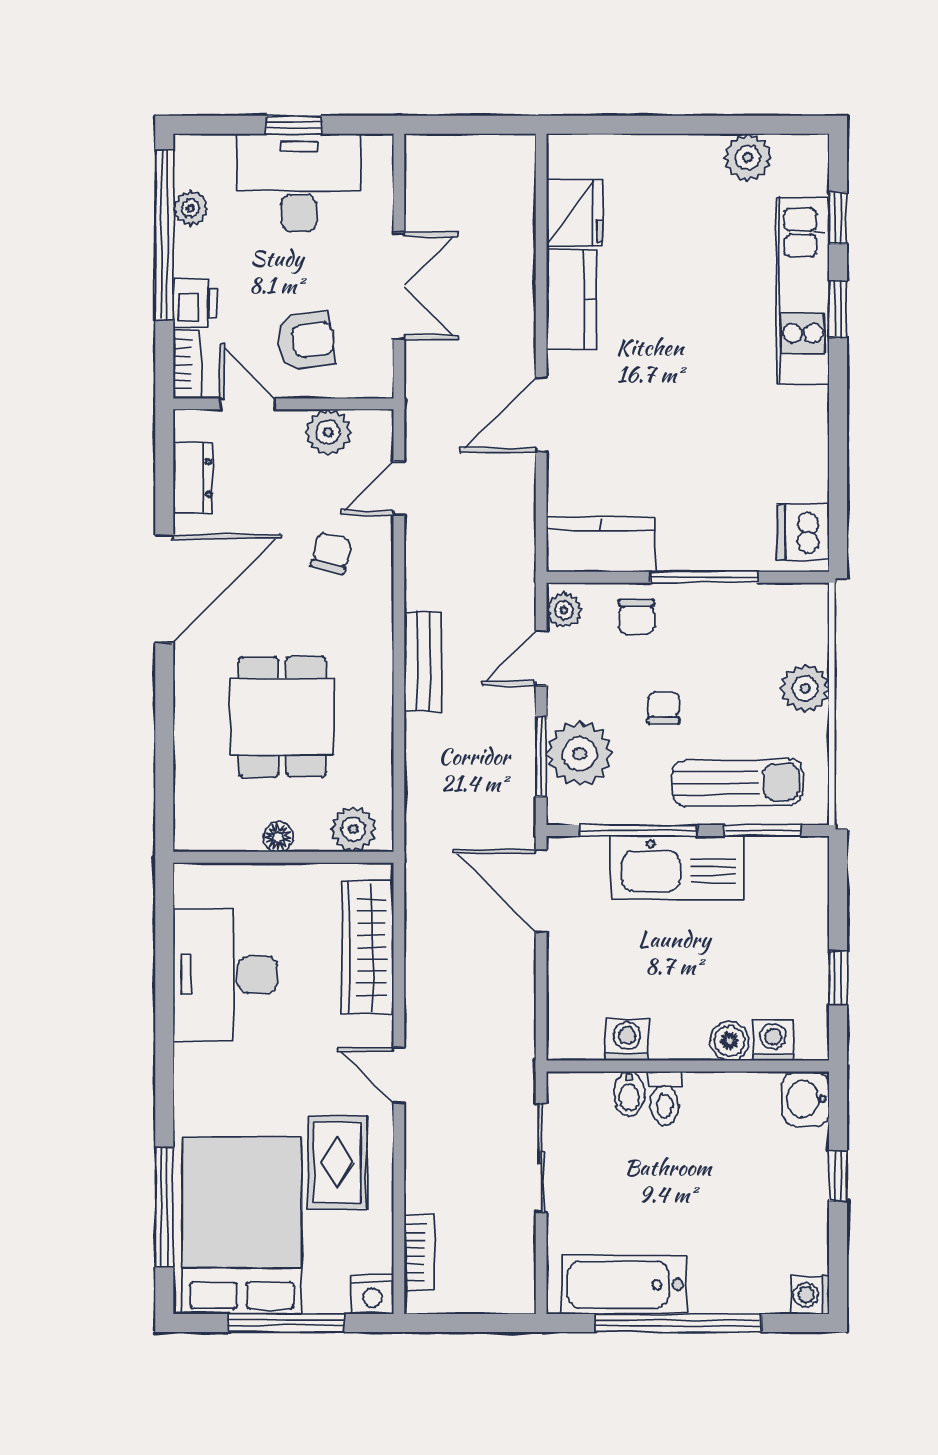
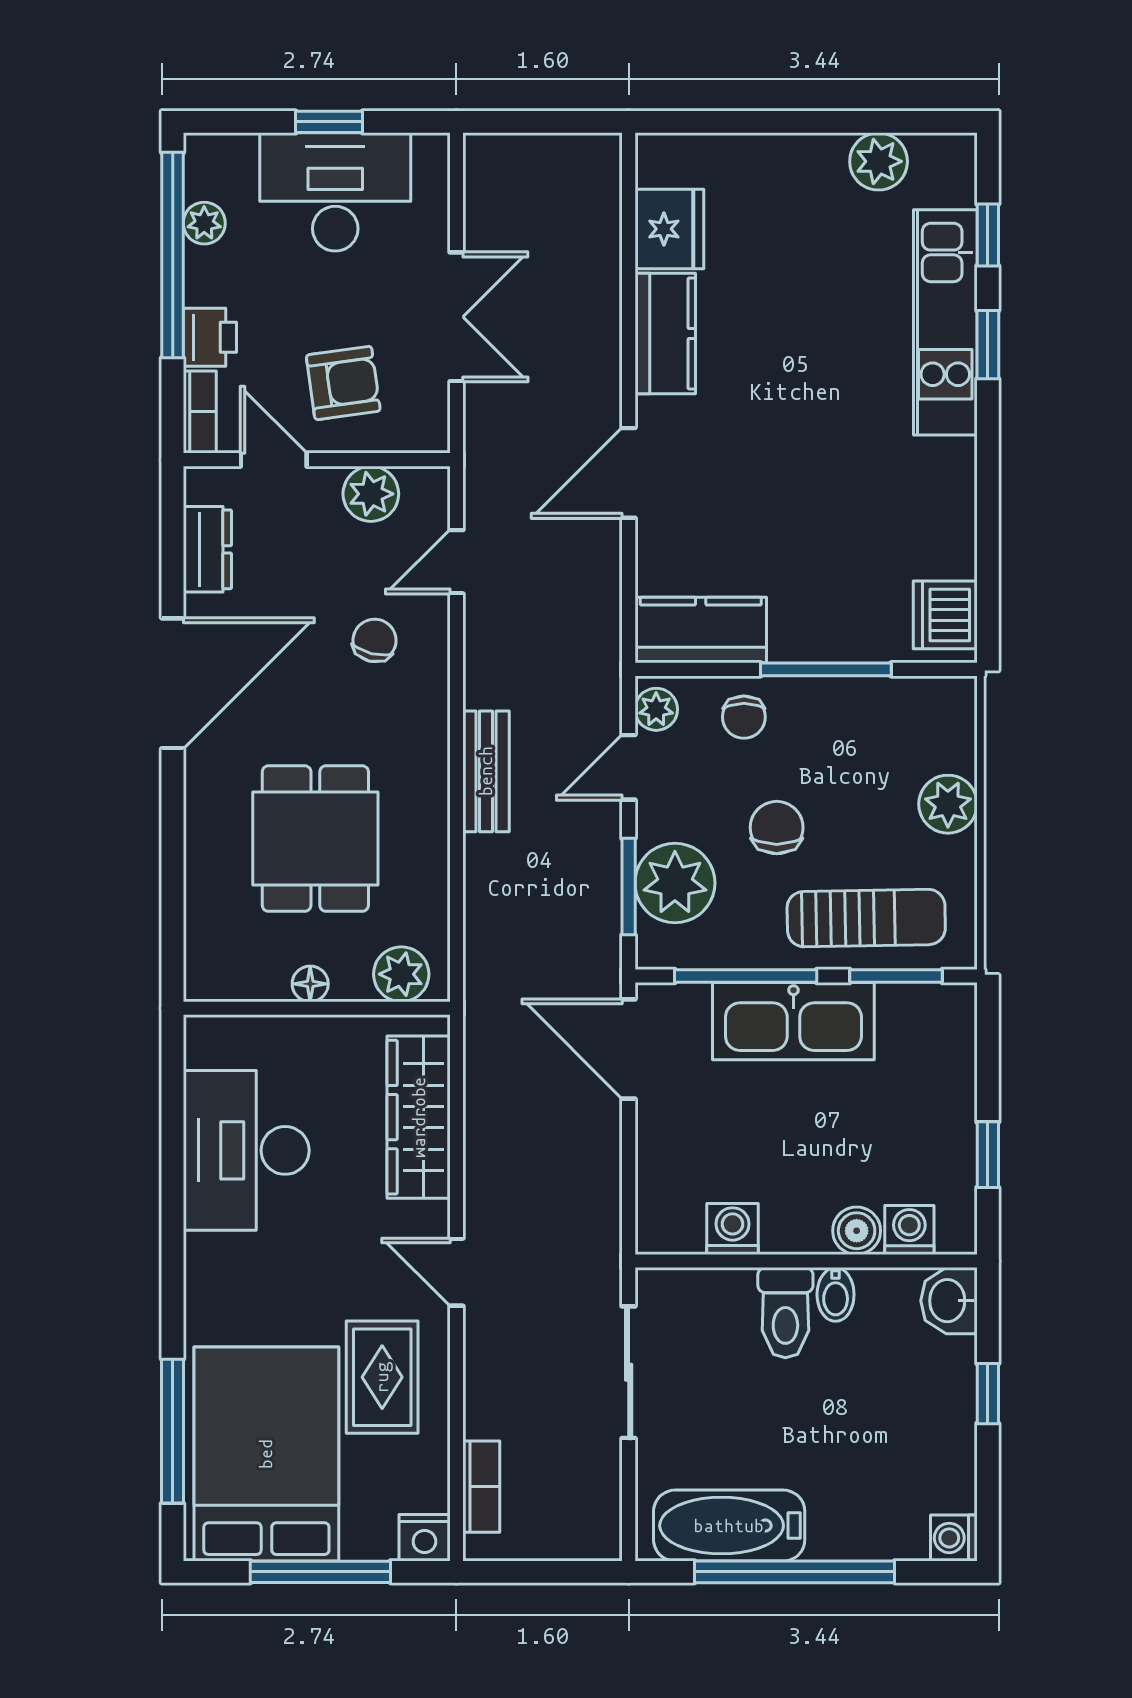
chair: (663, 708) -> (777, 828), width x1.37, depth x1.37
bidet: (629, 1094) -> (836, 1294), moved
toilet: (665, 1098) -> (785, 1313), width x1.37, depth x1.39

